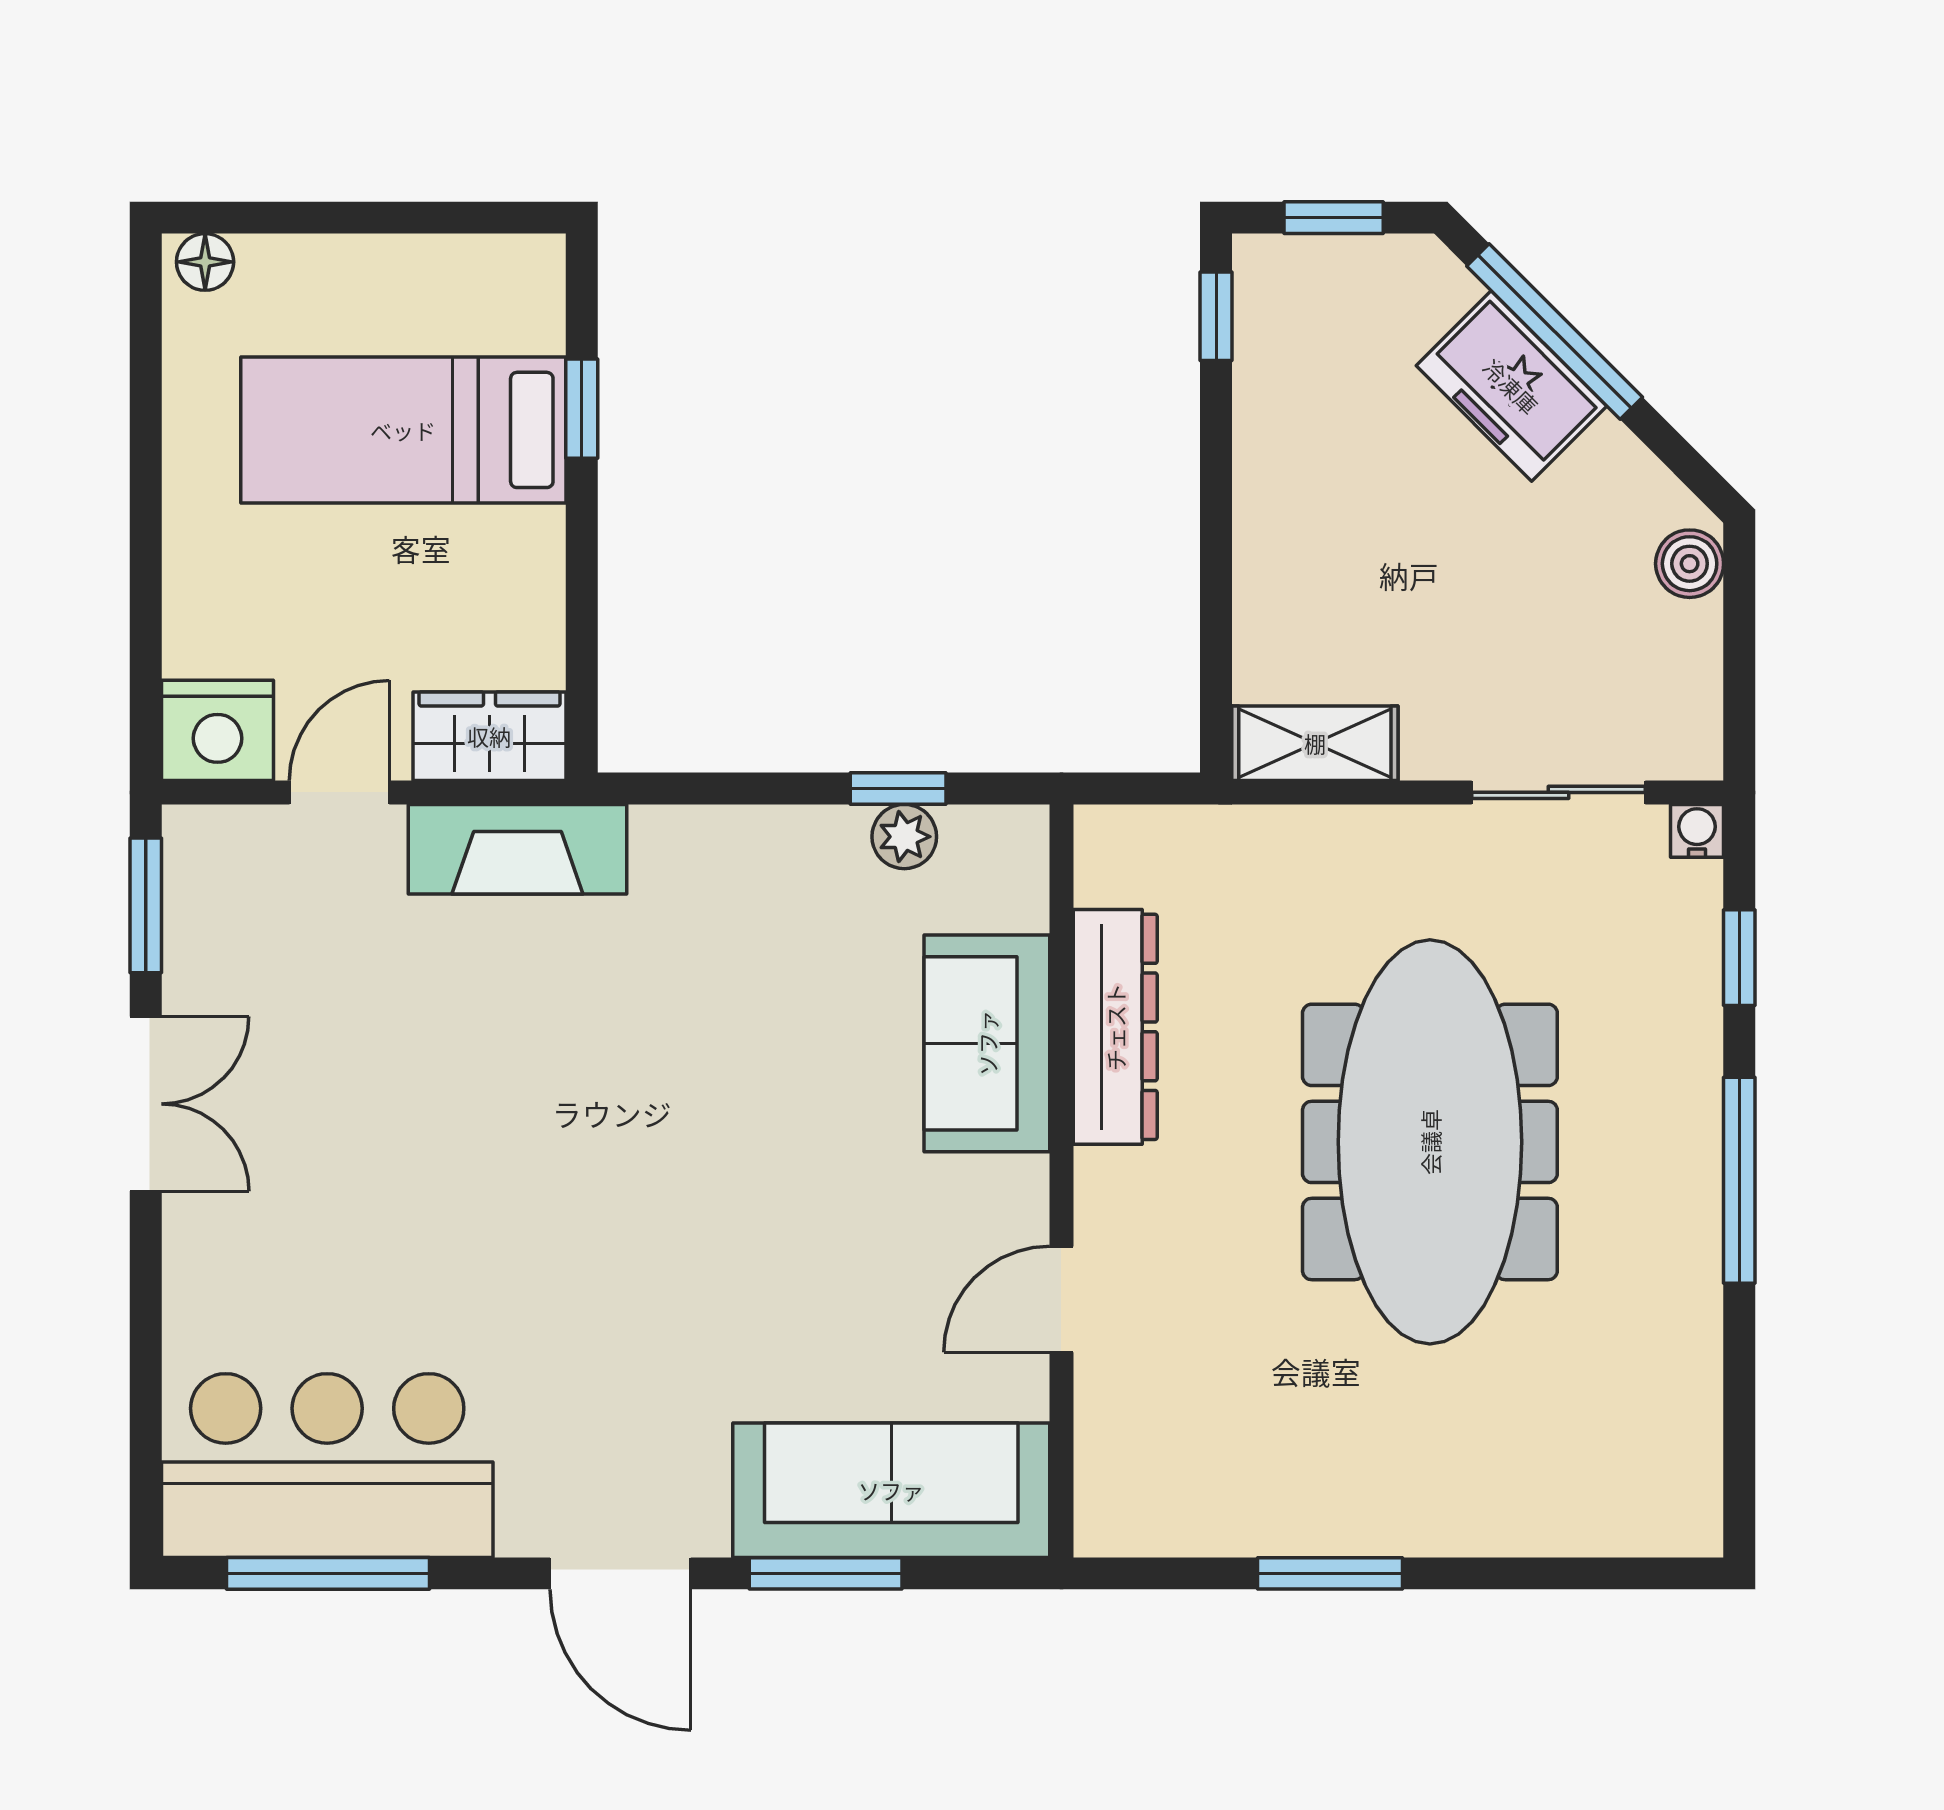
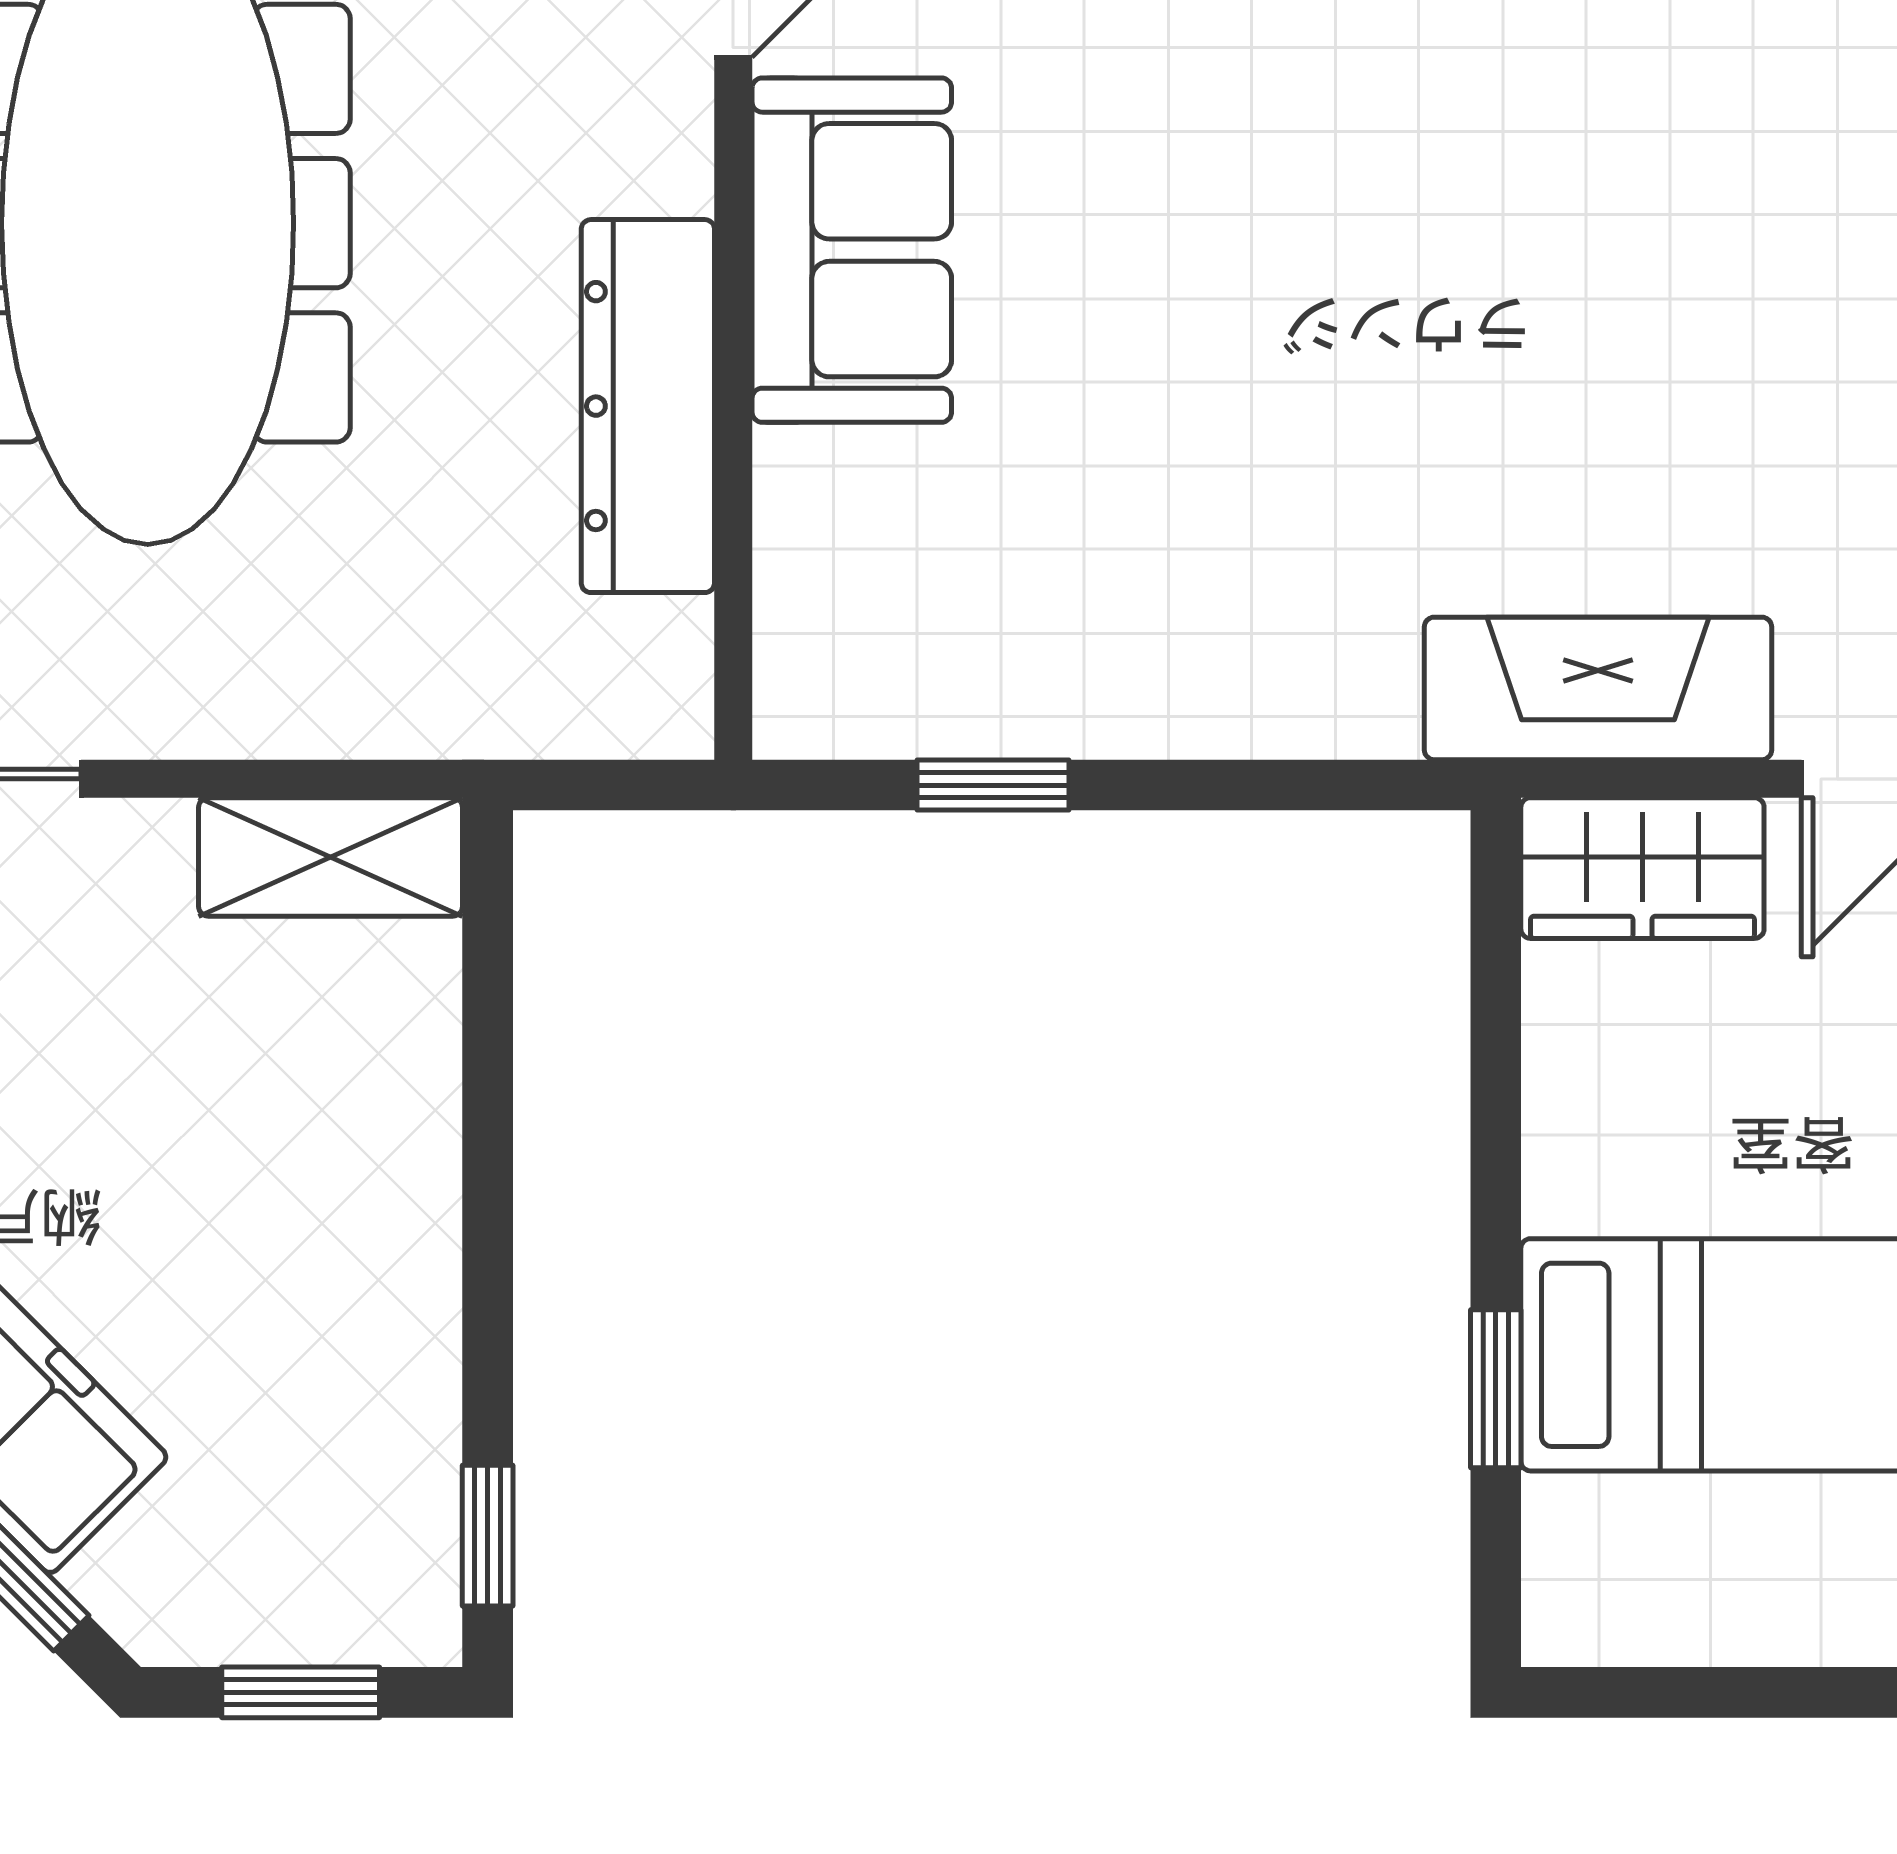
plant: (904, 837) -> (983, 709), removed
sofa: (987, 1043) -> (852, 250), moved

